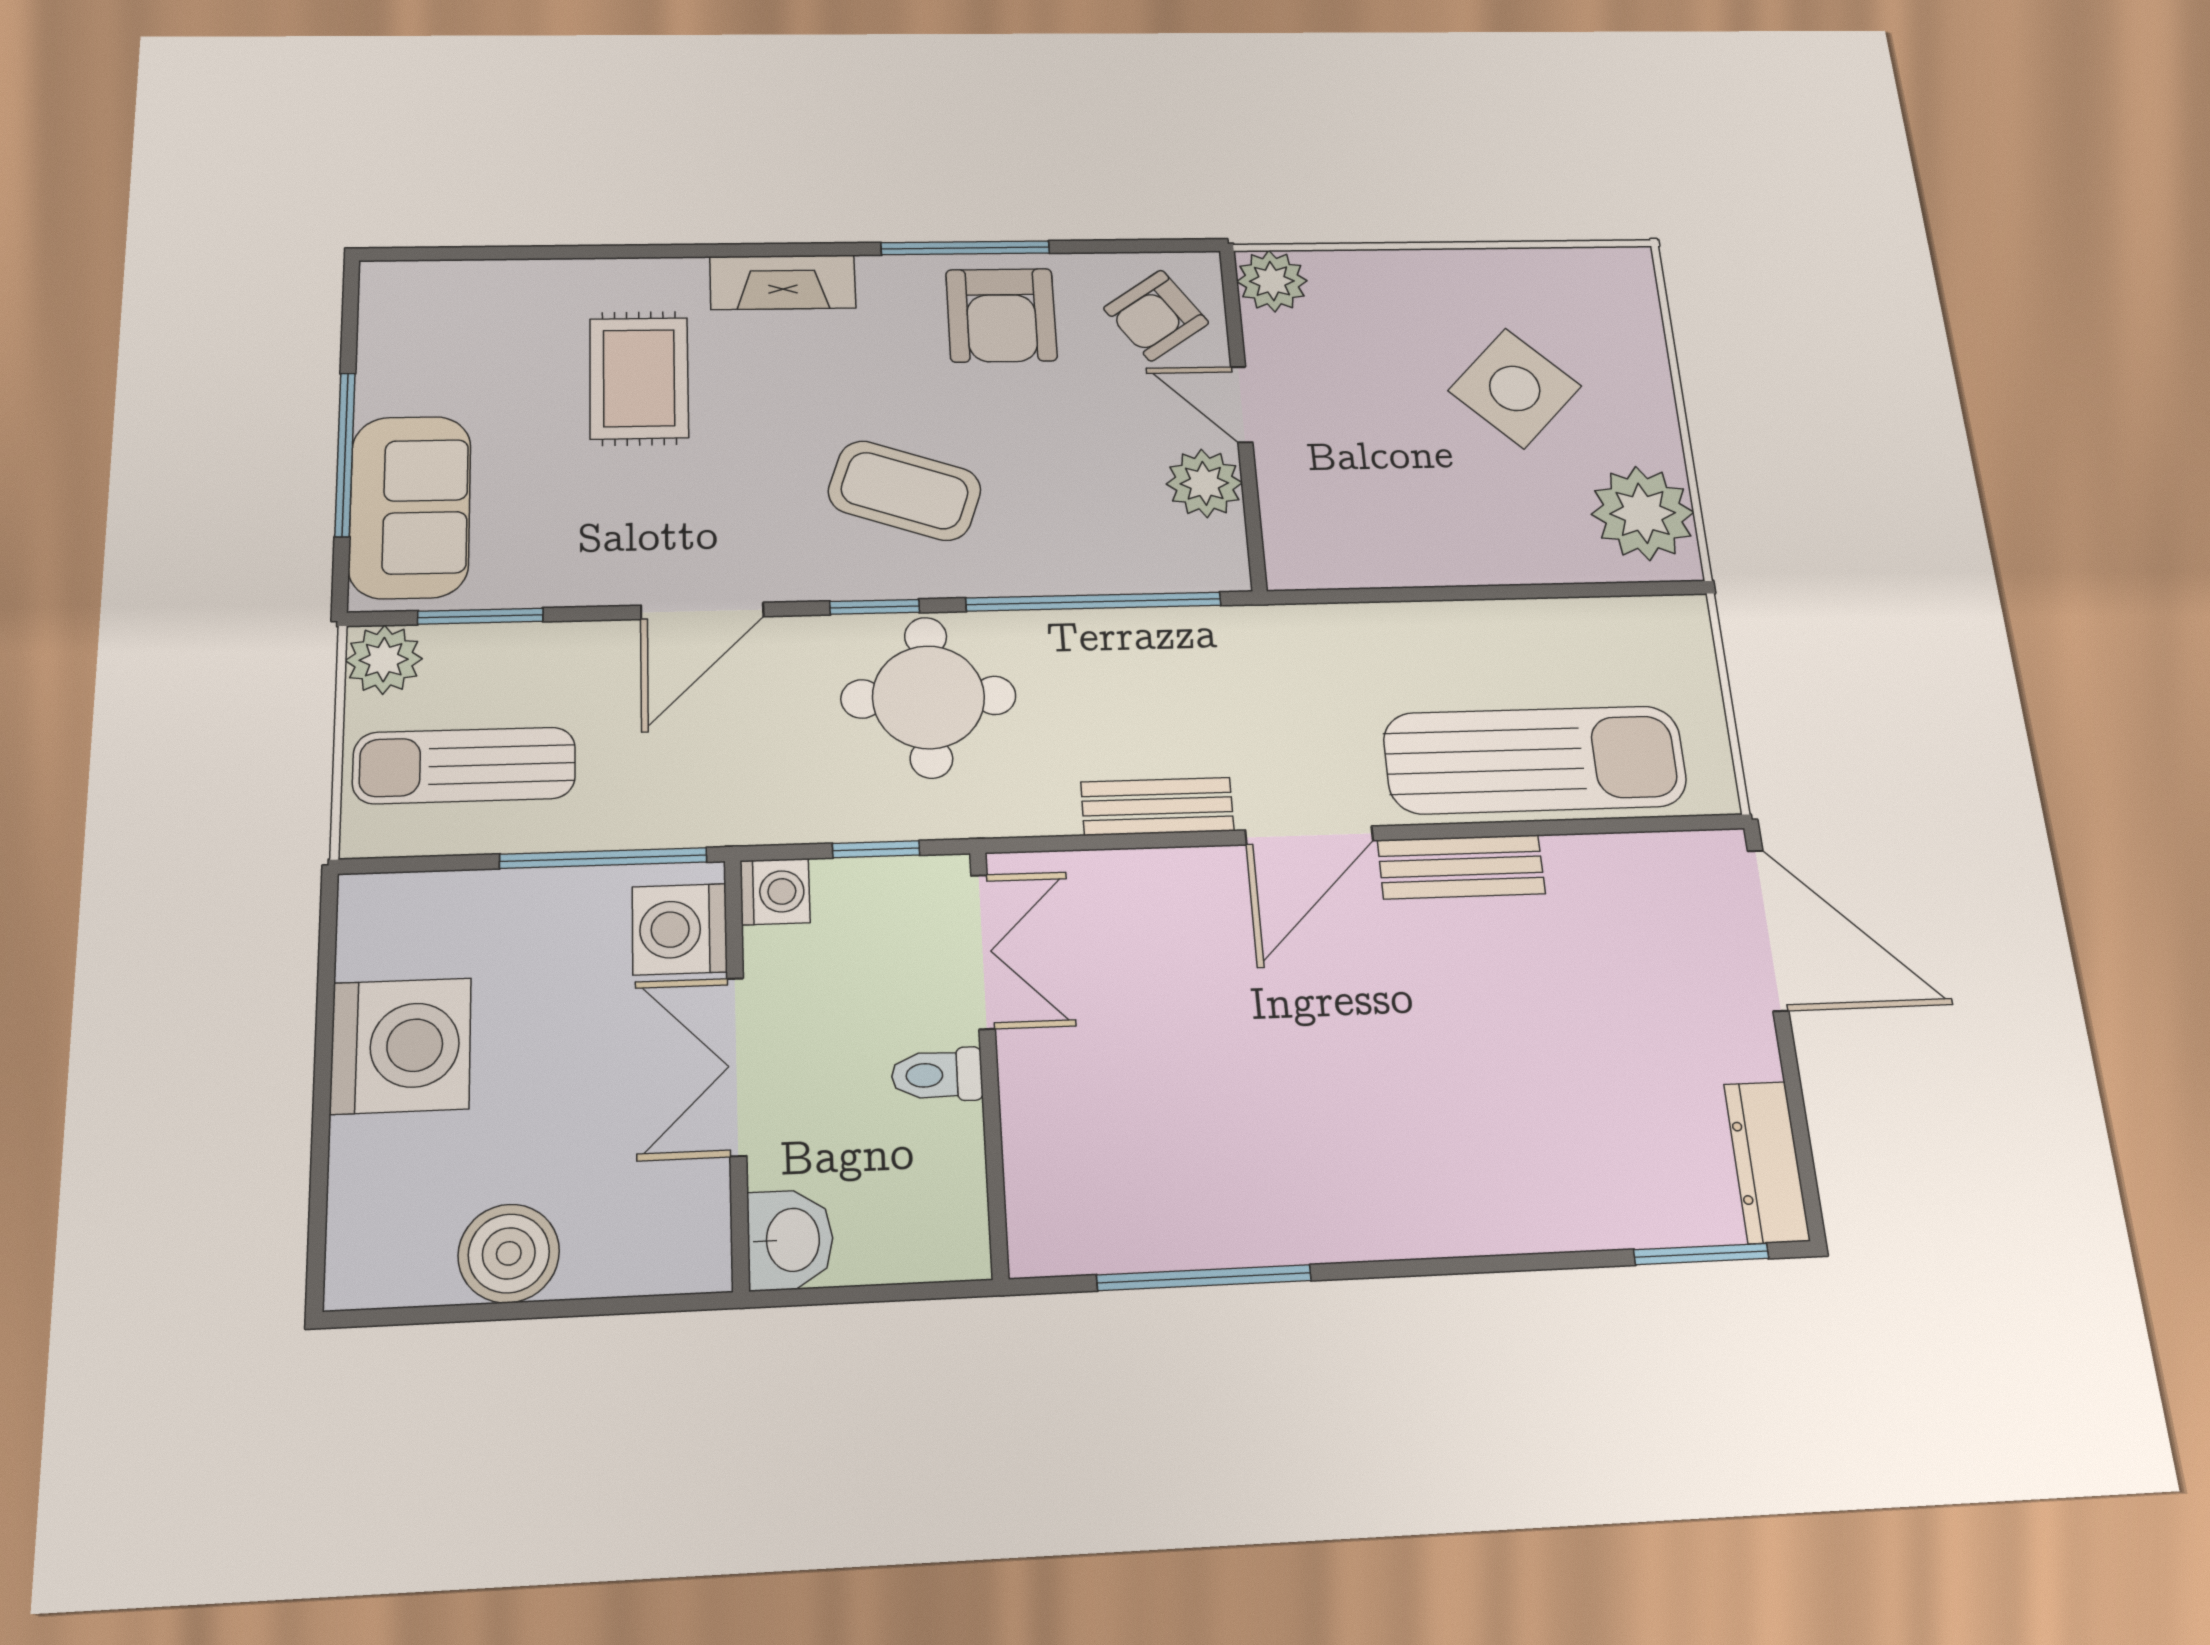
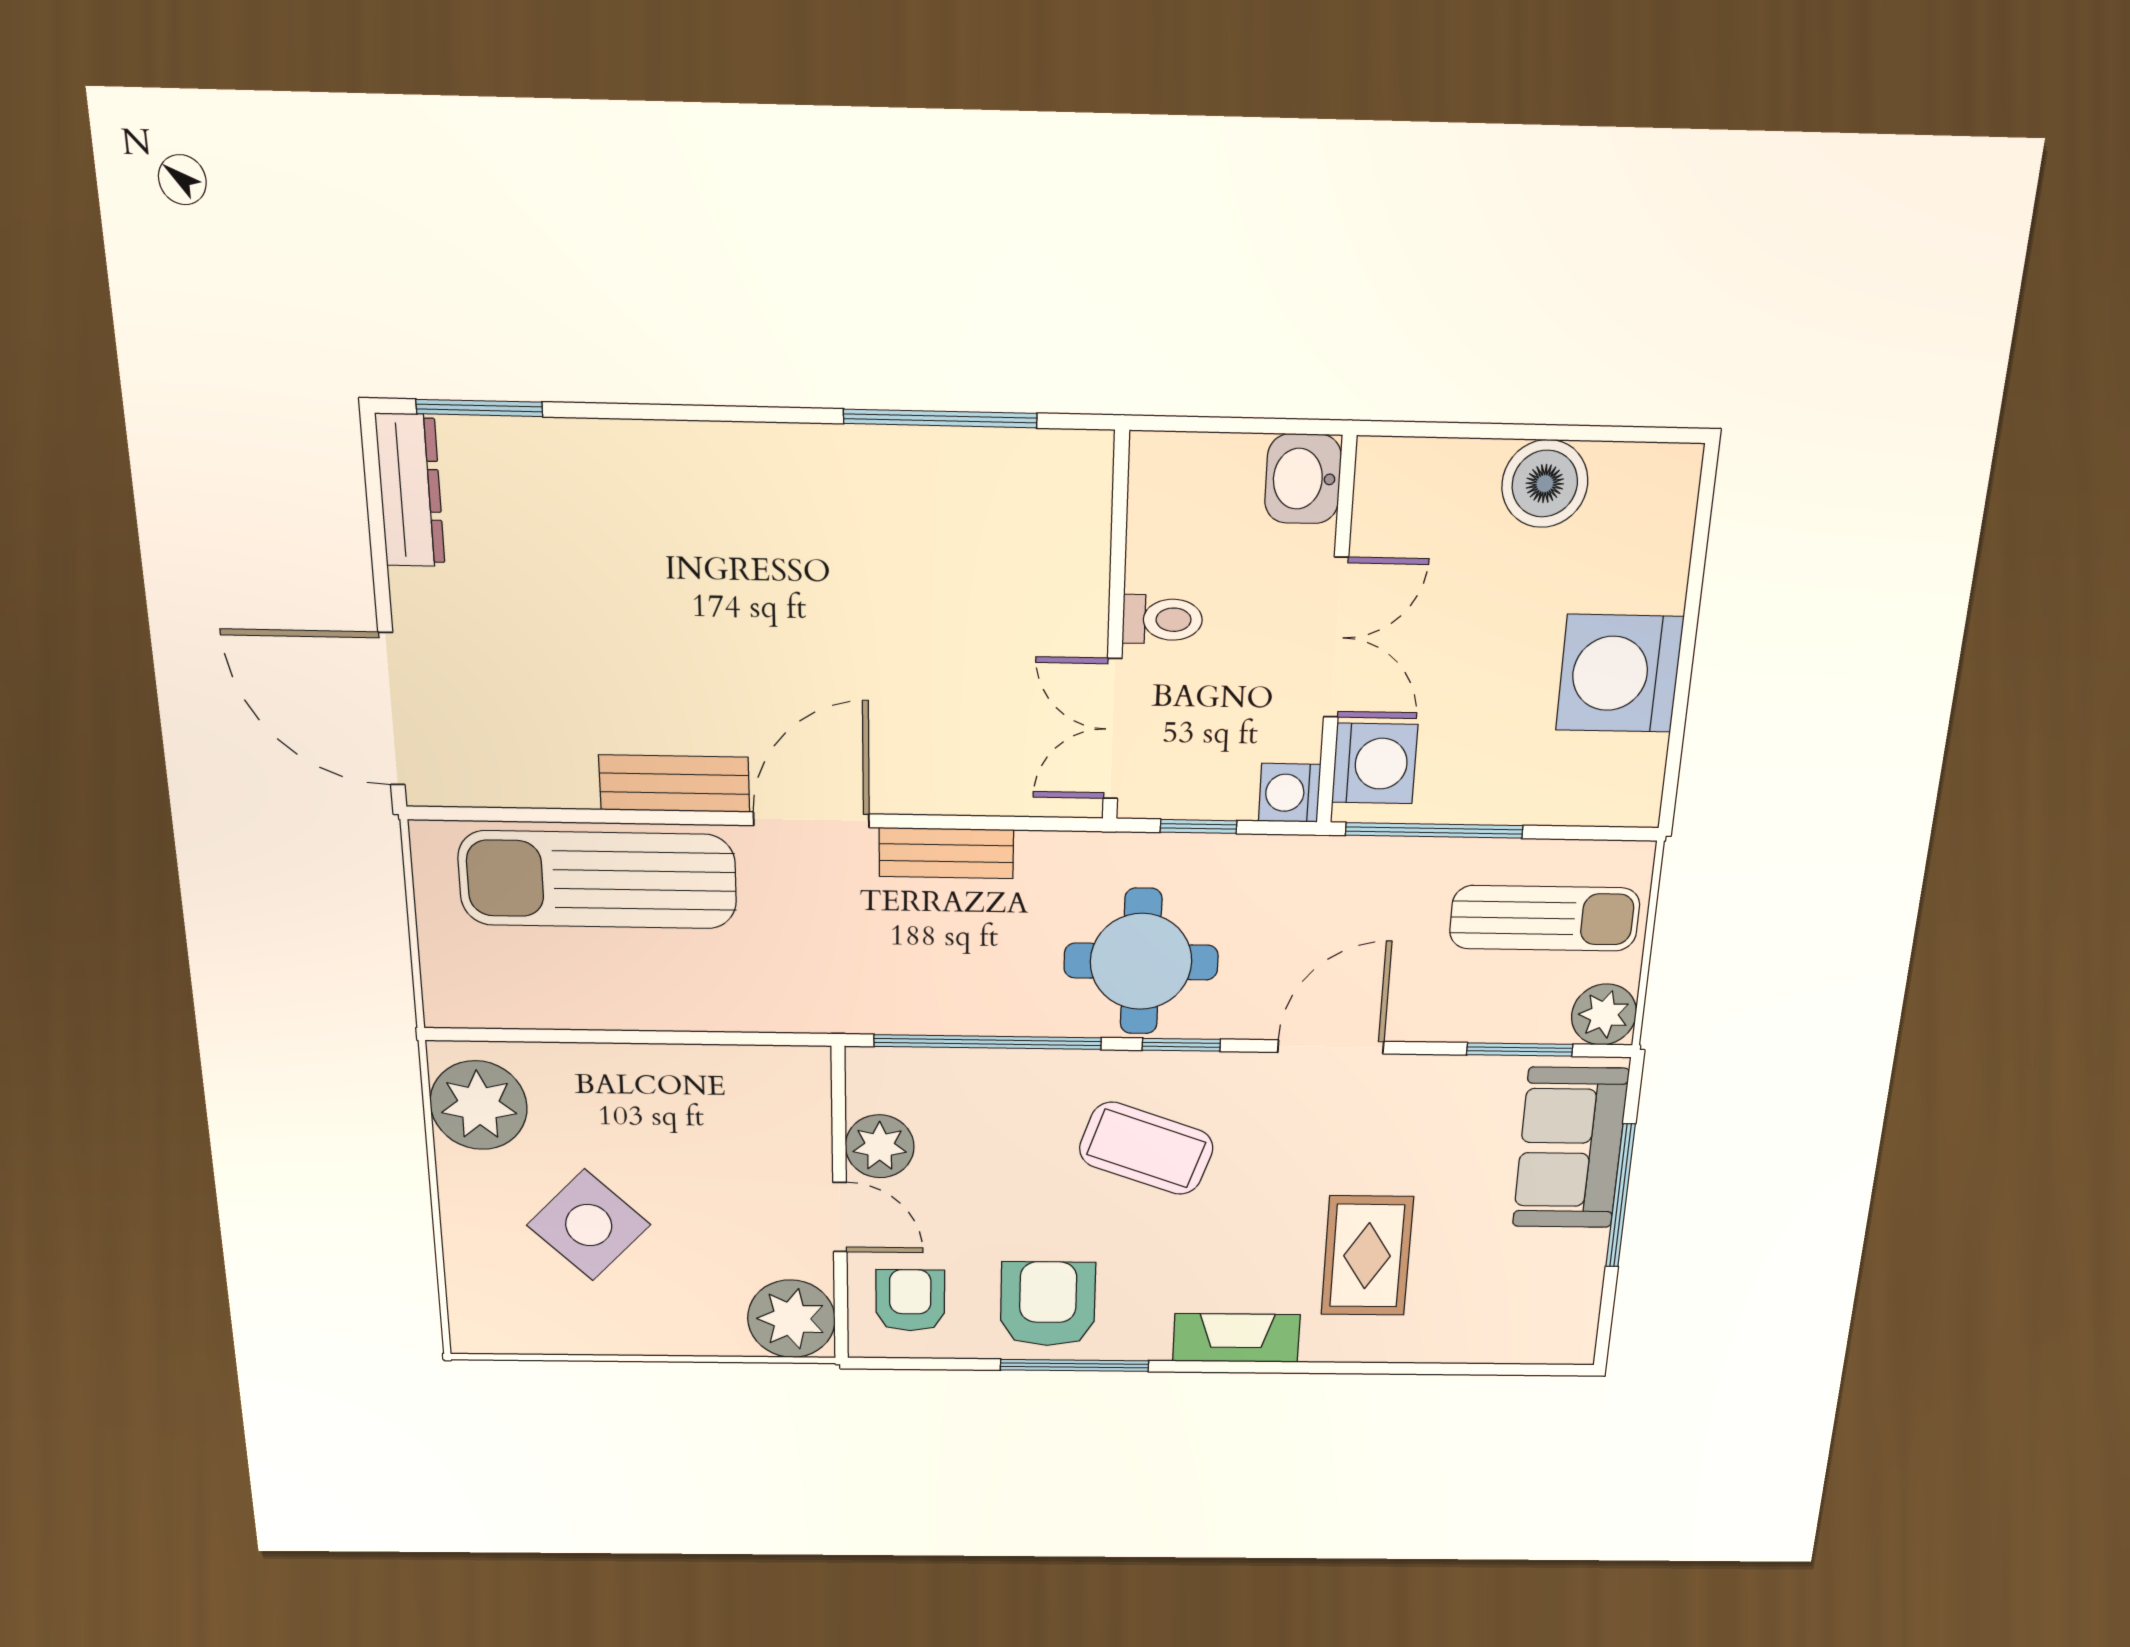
plant: (1272, 281) -> (791, 1319), width x1.36, depth x1.36
armchair: (1156, 315) -> (910, 1300), turned -55

